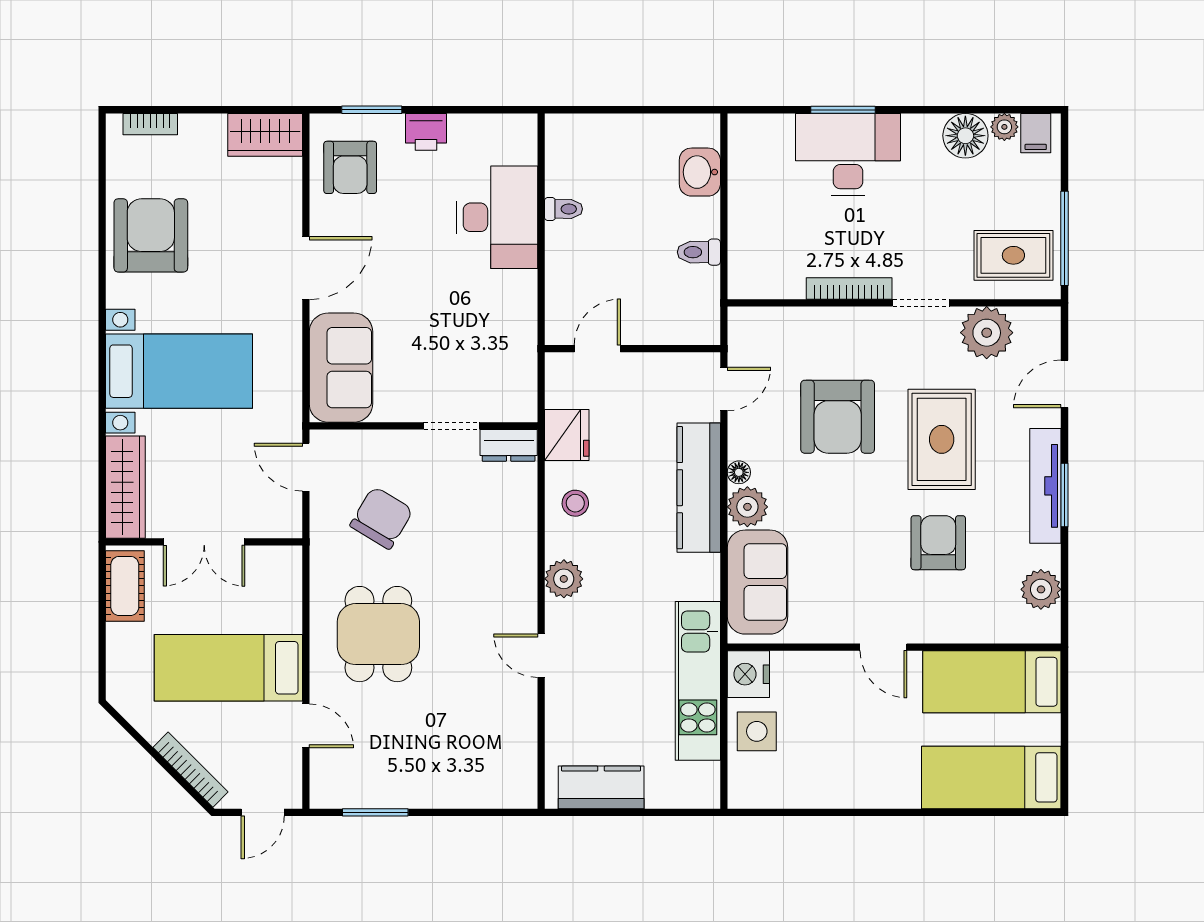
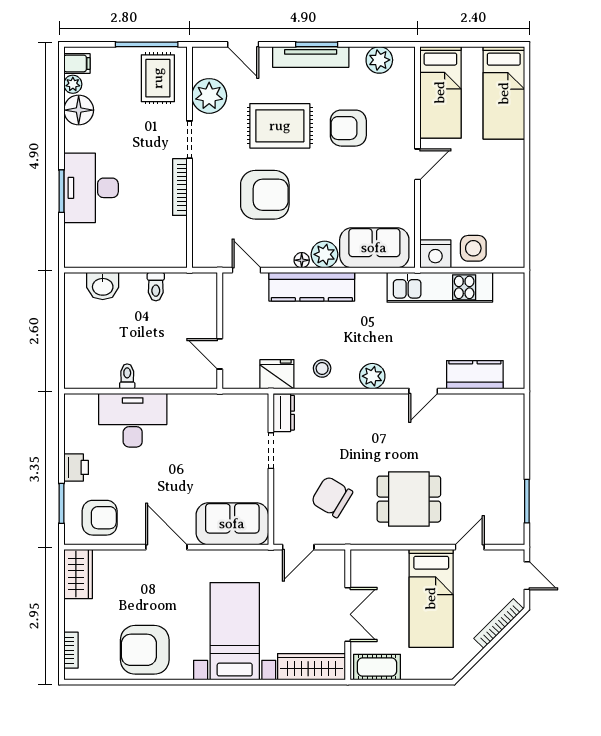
kitchen counter: (601, 787) -> (475, 375), moved, turned 90

